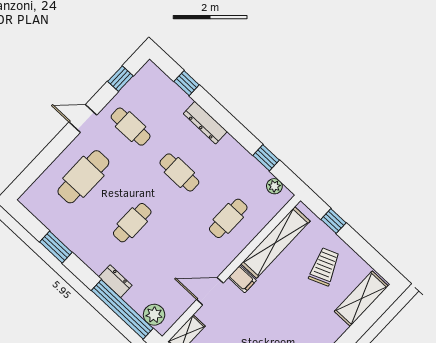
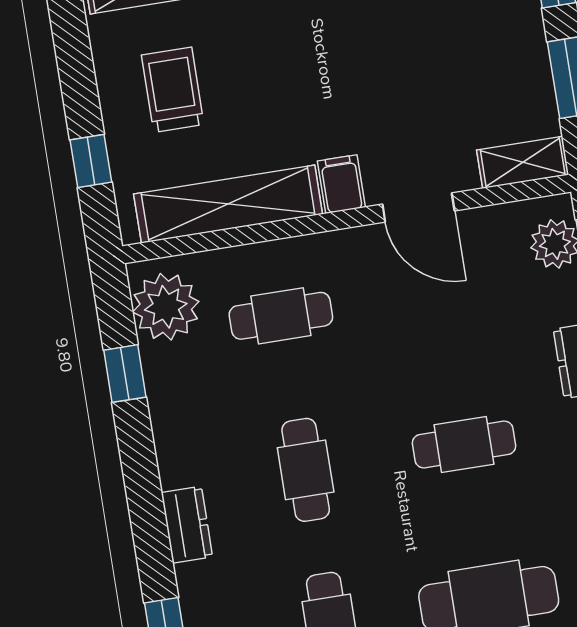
dresser: (205, 123) -> (187, 525), width x0.70
plant: (274, 186) -> (166, 307), width x1.88, depth x1.88
trolley: (324, 267) -> (173, 90), turned 112

